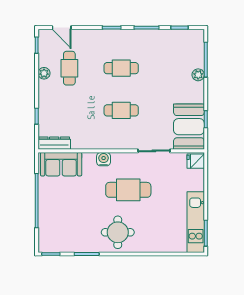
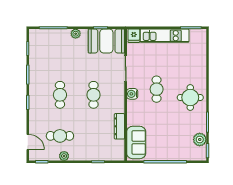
door: (62, 28) -> (28, 142), hinge flipped
plant: (198, 75) -> (76, 34), moved
dresser: (54, 143) -> (119, 126), moved
water cooler: (104, 159) -> (132, 94), moved
cafe table: (128, 190) -> (157, 89), width x0.73, depth x0.74
kitchen unit: (196, 222) -> (165, 36), moved
plant: (65, 244) -> (200, 140), added

